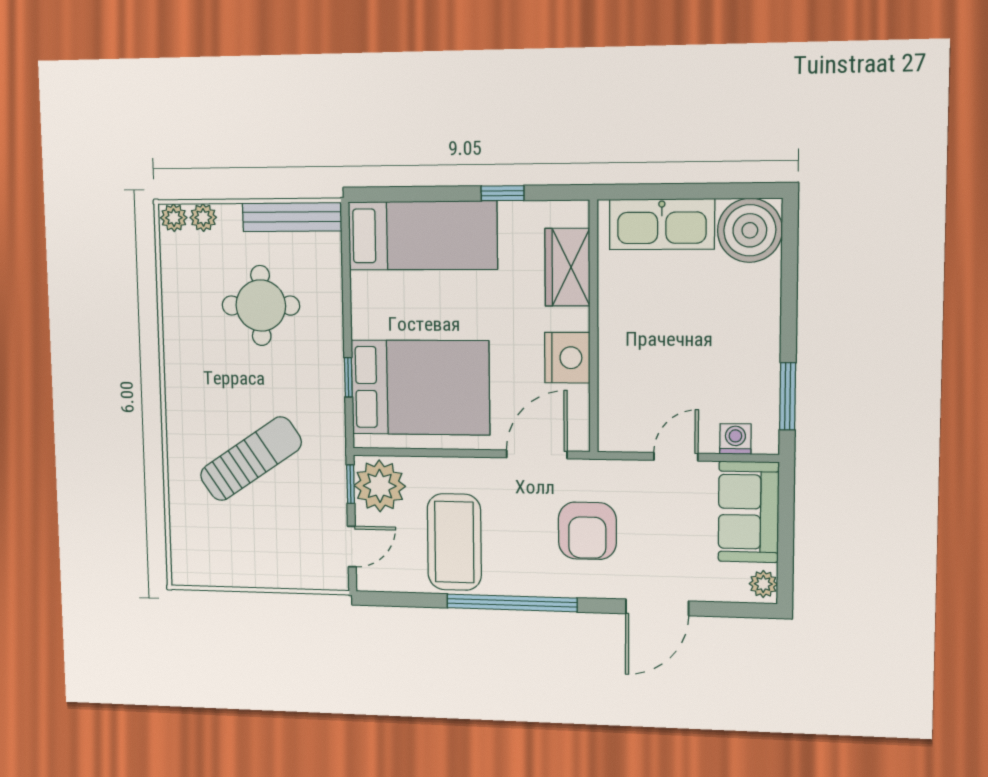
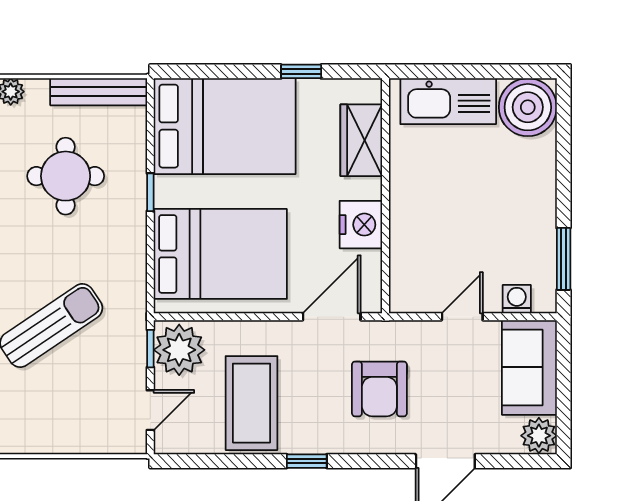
bed: (422, 236) -> (225, 126), width x1.50
window: (348, 377) -> (150, 192), moved
plant: (763, 584) -> (539, 436), width x1.38, depth x1.38
window: (512, 603) -> (307, 461), width x0.32

